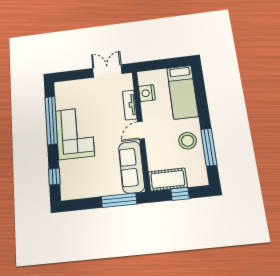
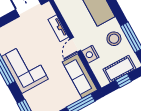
nightstand: (147, 93) -> (90, 54), moved
cot: (168, 179) -> (119, 69), moved

